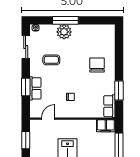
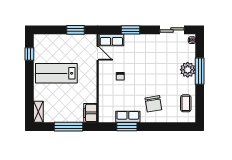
coffee table: (51, 60) -> (186, 103), moved
chair: (97, 65) -> (153, 104), turned 81
row of seats: (35, 88) -> (111, 40), moved
row of seats: (109, 106) -> (128, 117), moved

